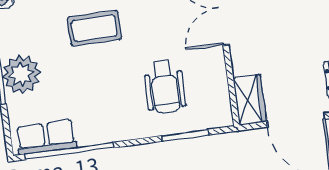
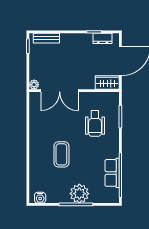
wheelchair: (165, 86) -> (95, 124), turned 90
row of seats: (46, 137) -> (112, 173), moved

